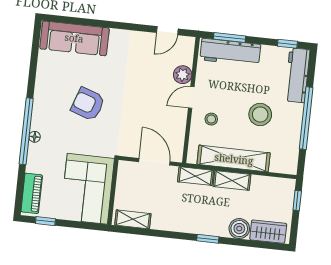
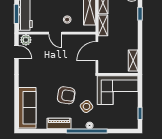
plant: (183, 75) -> (26, 40), moved
armchair: (88, 104) -> (66, 95), turned -100
side table: (66, 135) -> (87, 106), added
piano: (32, 193) -> (59, 124), moved

